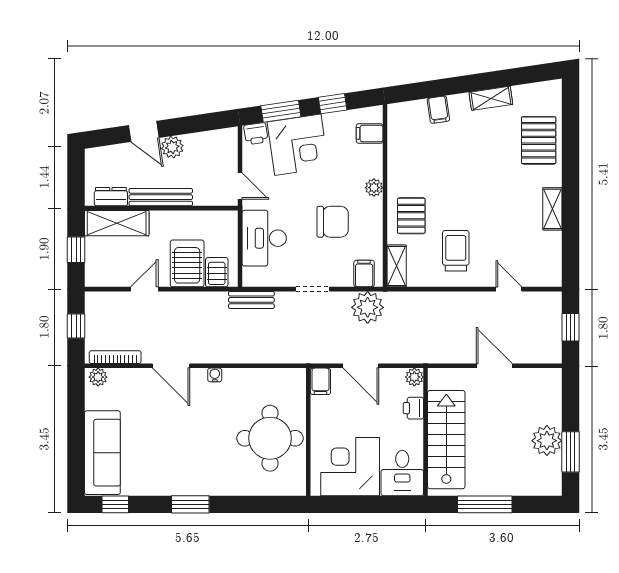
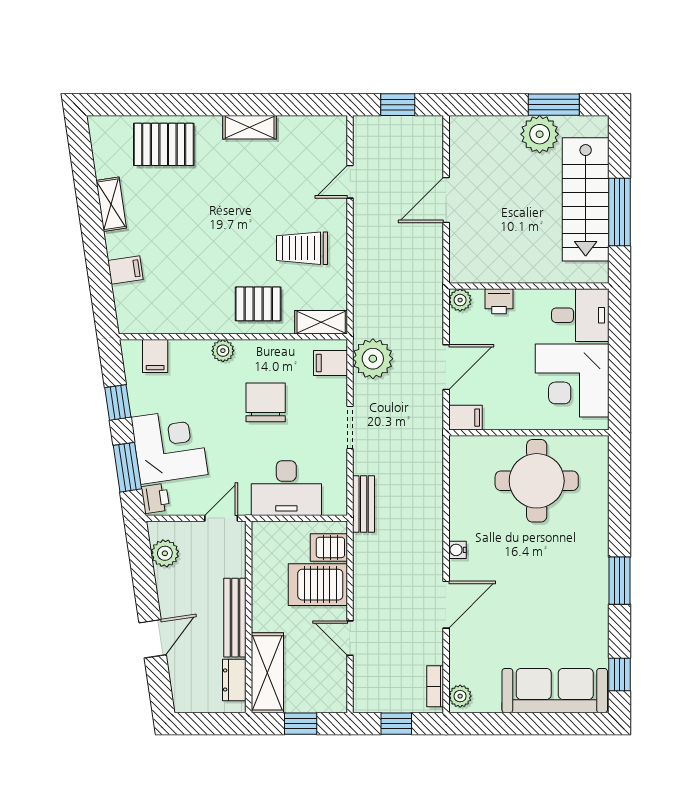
plant: (172, 147) -> (165, 553), moved
bookcase: (115, 357) -> (435, 686), width x0.64
stairs: (446, 440) -> (586, 199), moved, turned -90

